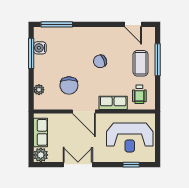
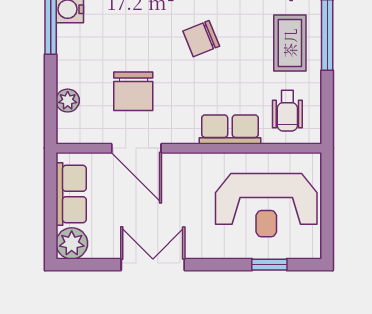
door: (84, 111) -> (136, 148), moved

